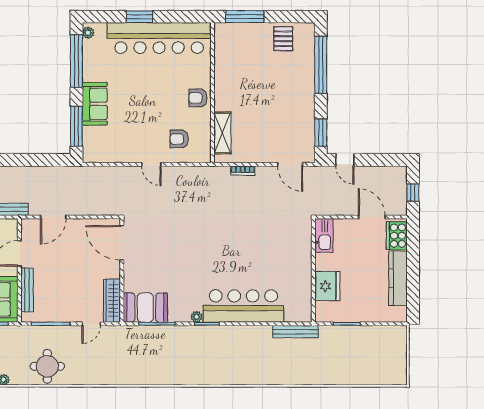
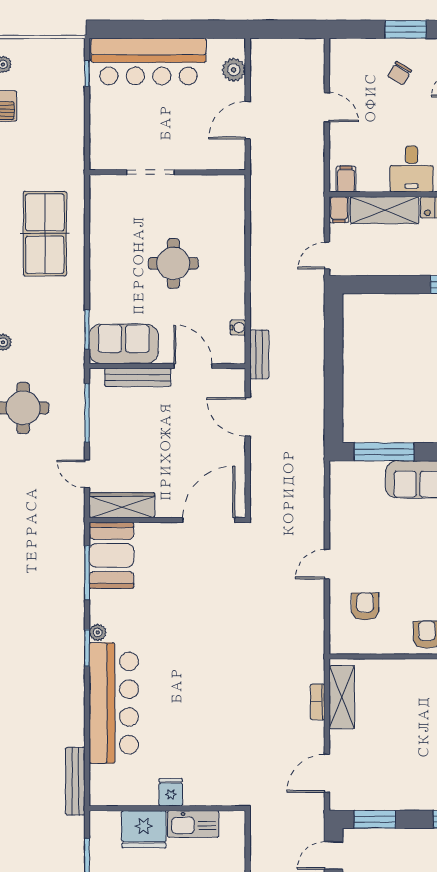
shelving: (222, 133) -> (342, 697), moved, turned 90
kitchen sink: (324, 235) -> (193, 824), moved
fridge: (303, 268) -> (171, 792), added

